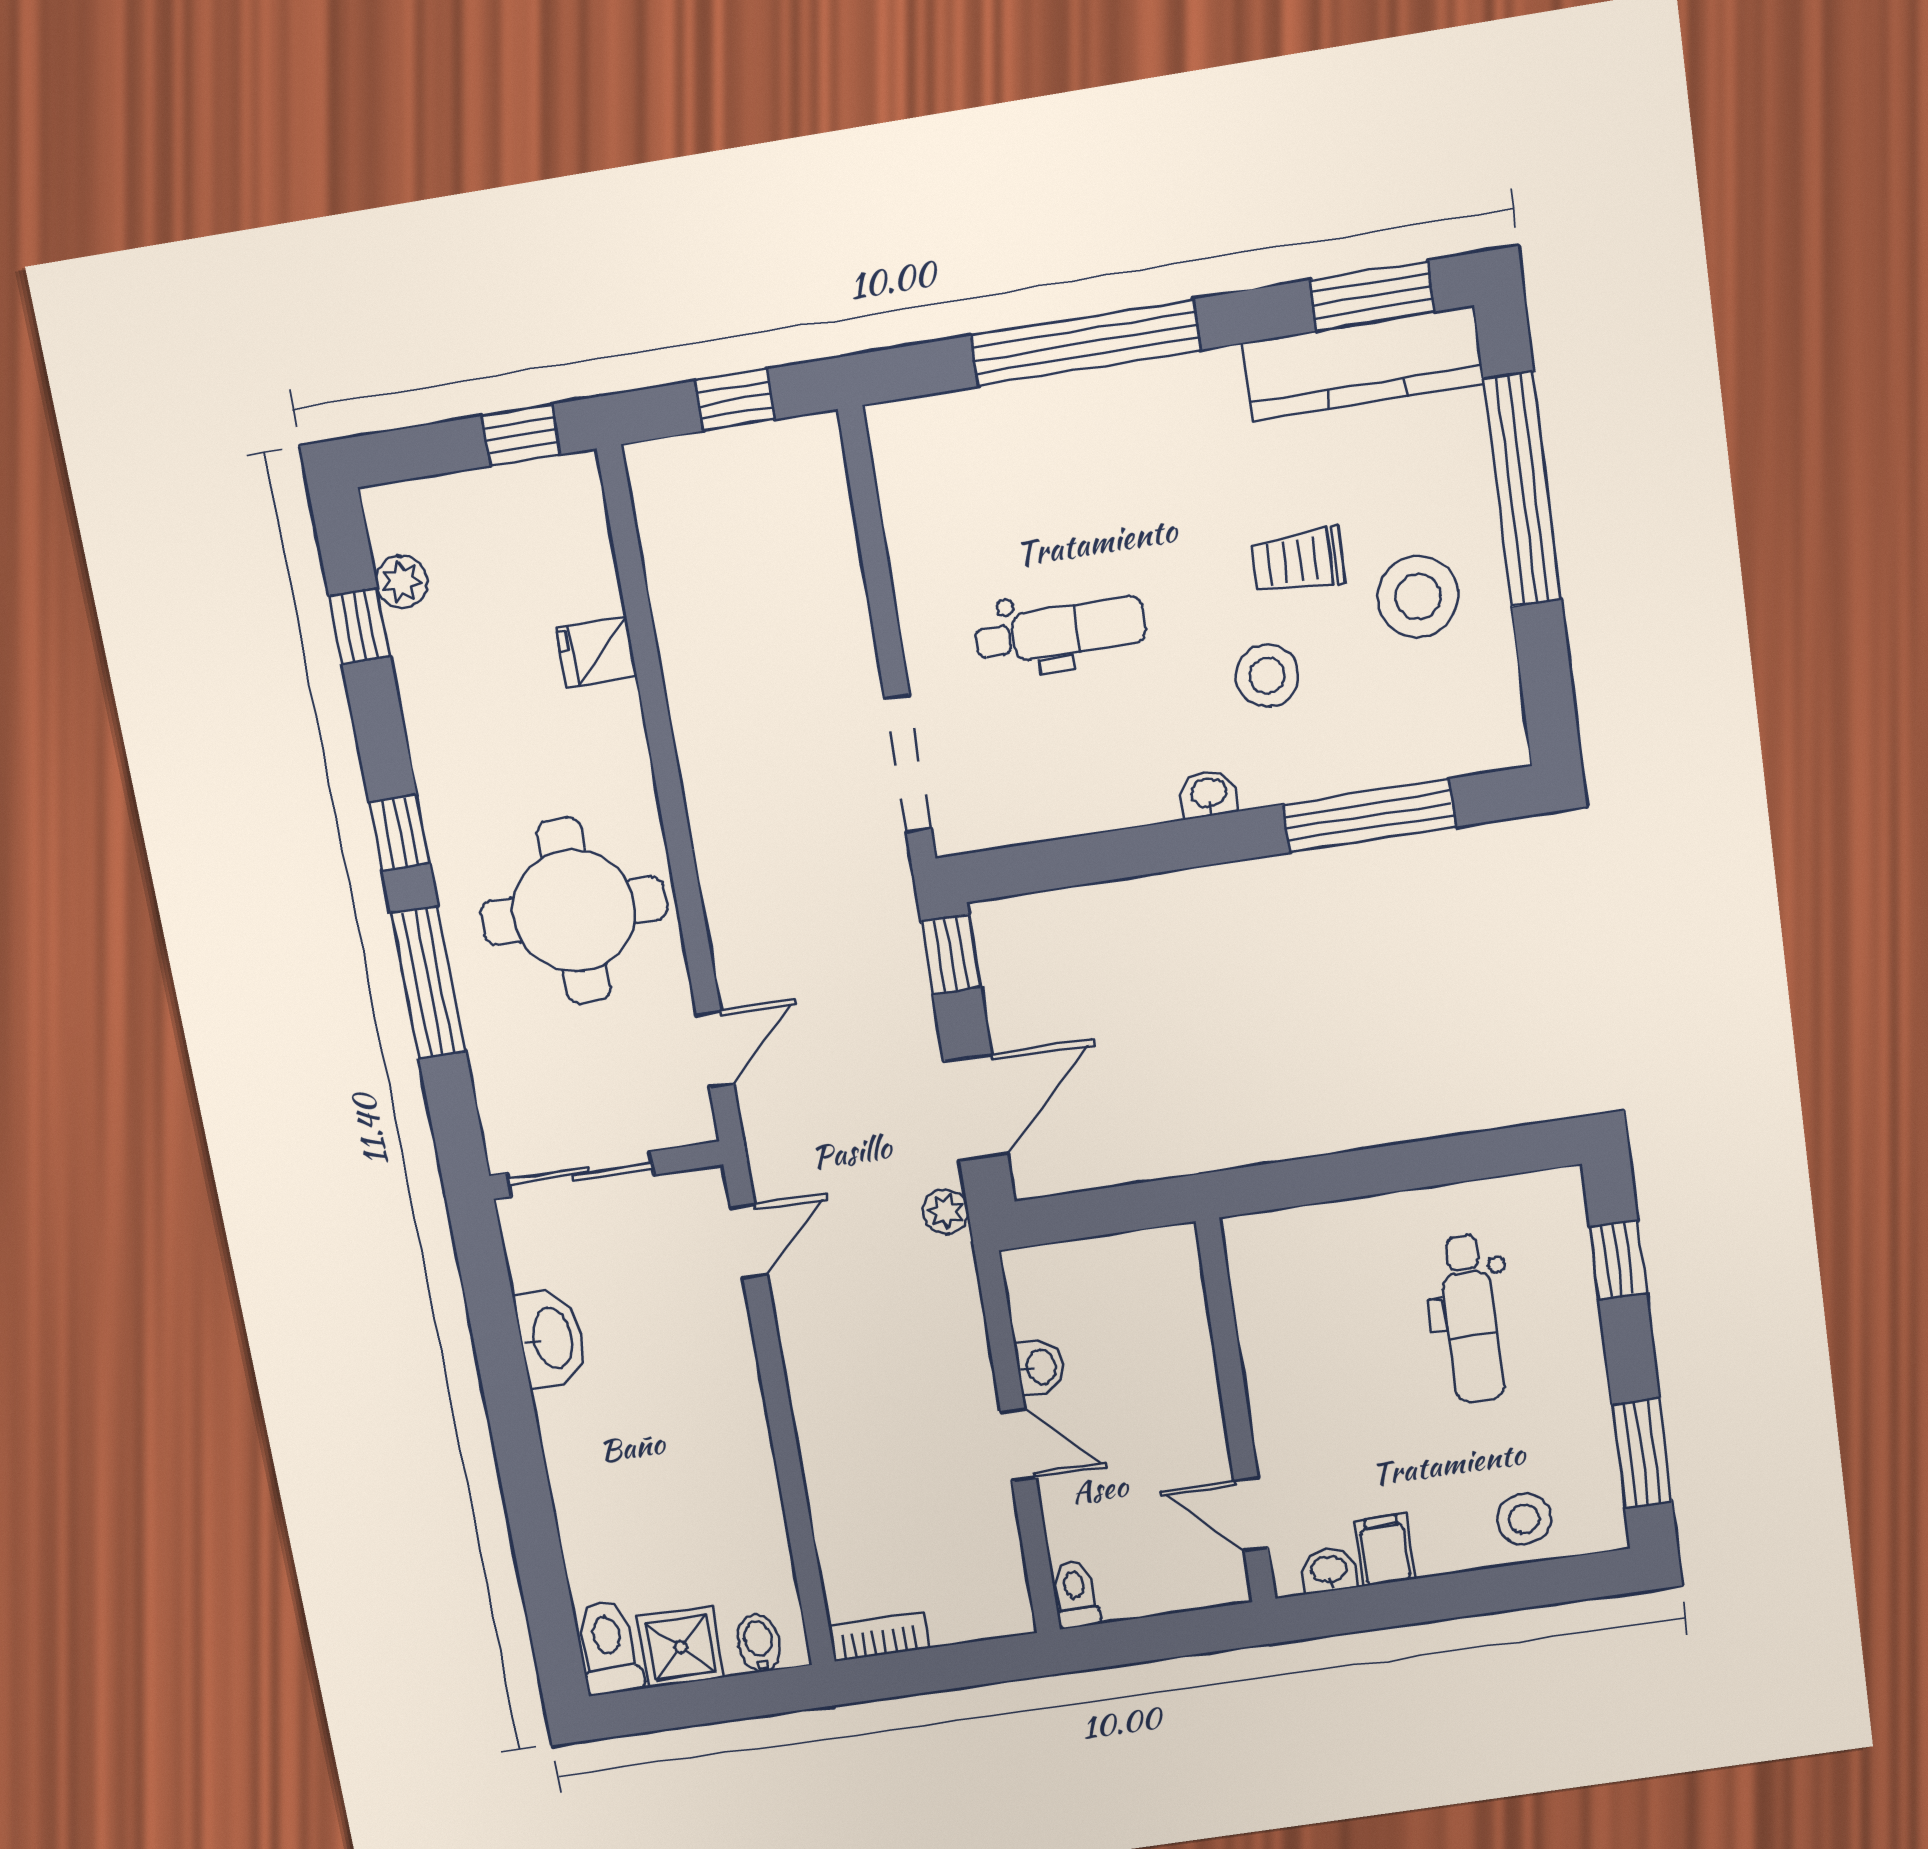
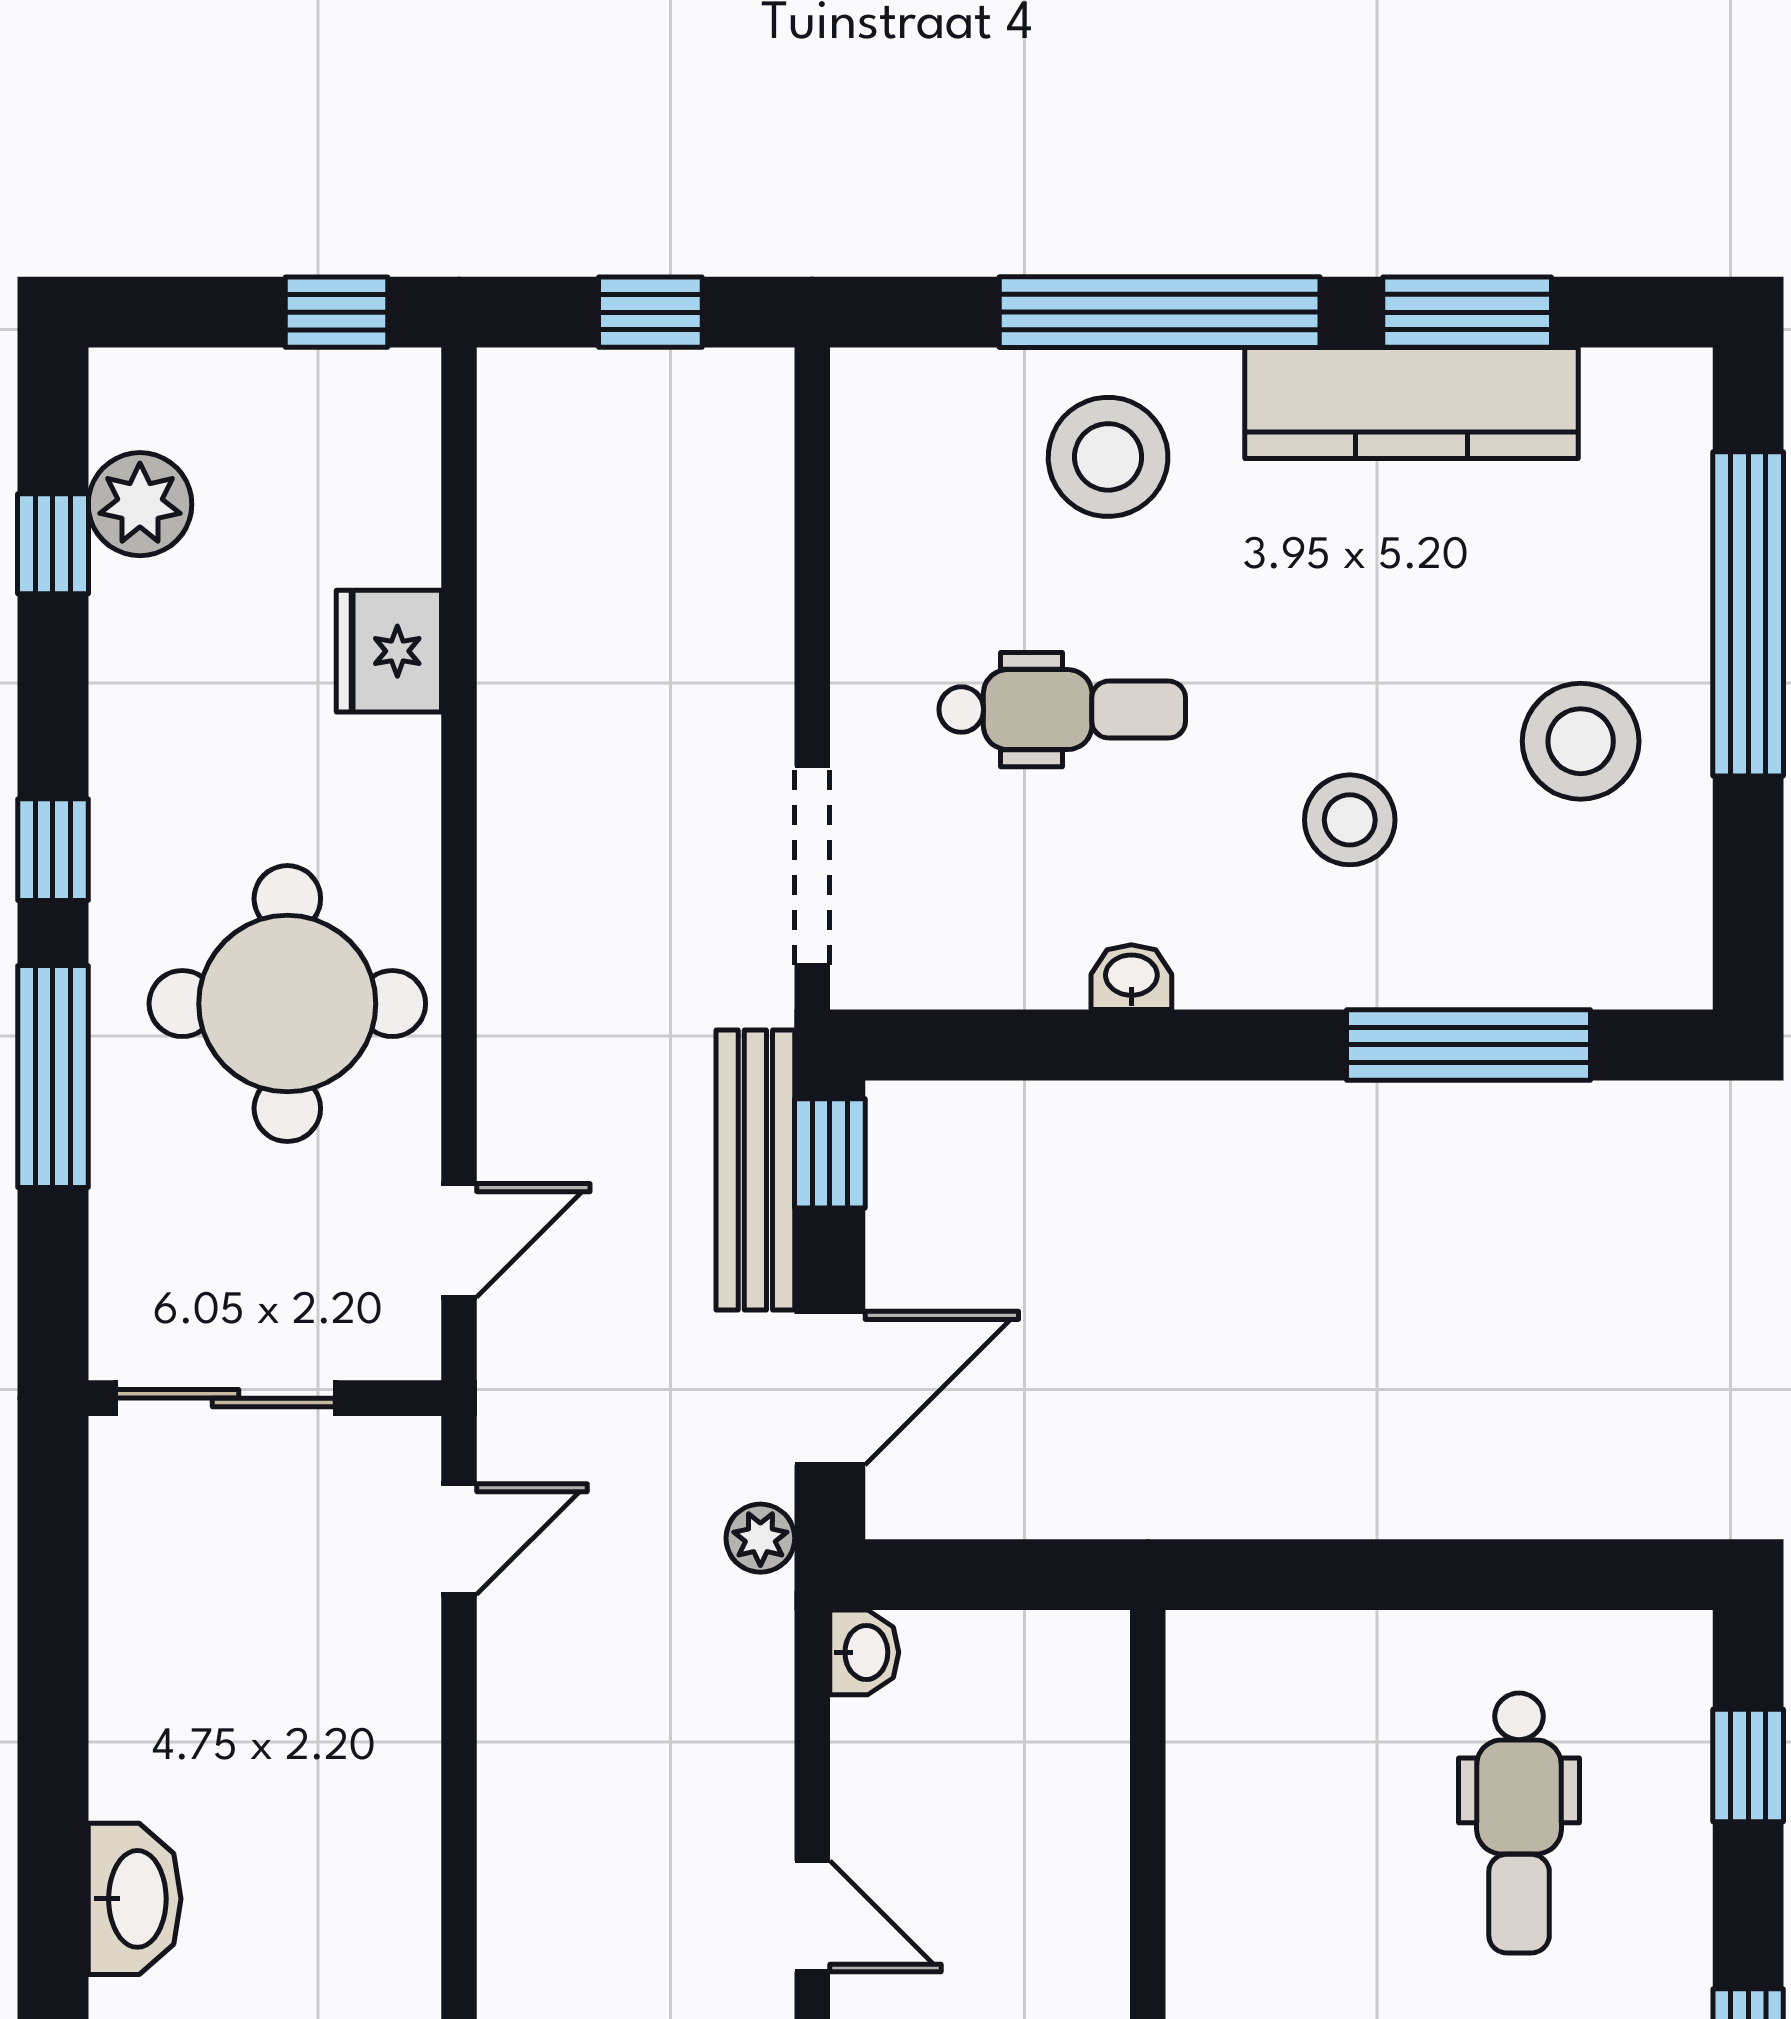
window: (1372, 296) -> (1467, 312), moved
kitchen counter: (1363, 364) -> (1412, 403), moved
stool: (1065, 451) -> (1108, 457), added
trolley: (1298, 561) -> (1417, 664), removed
plant: (402, 582) -> (140, 504), width x1.38, depth x1.38
fridge: (596, 652) -> (389, 651), width x1.38
washbasin: (1209, 794) -> (1131, 977), moved
bench: (903, 973) -> (755, 1170), added
washbasin: (551, 1339) -> (135, 1899), moved
washbasin: (1040, 1367) -> (864, 1652), moved

